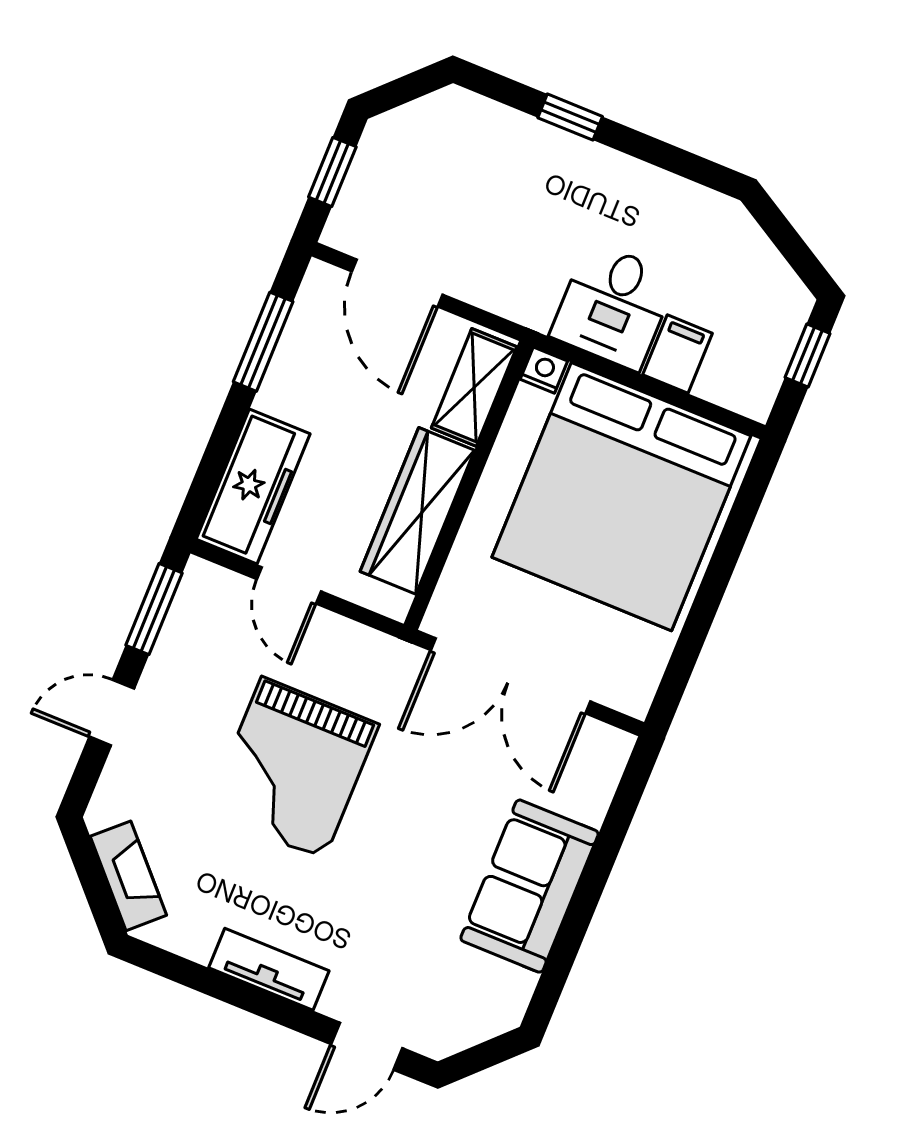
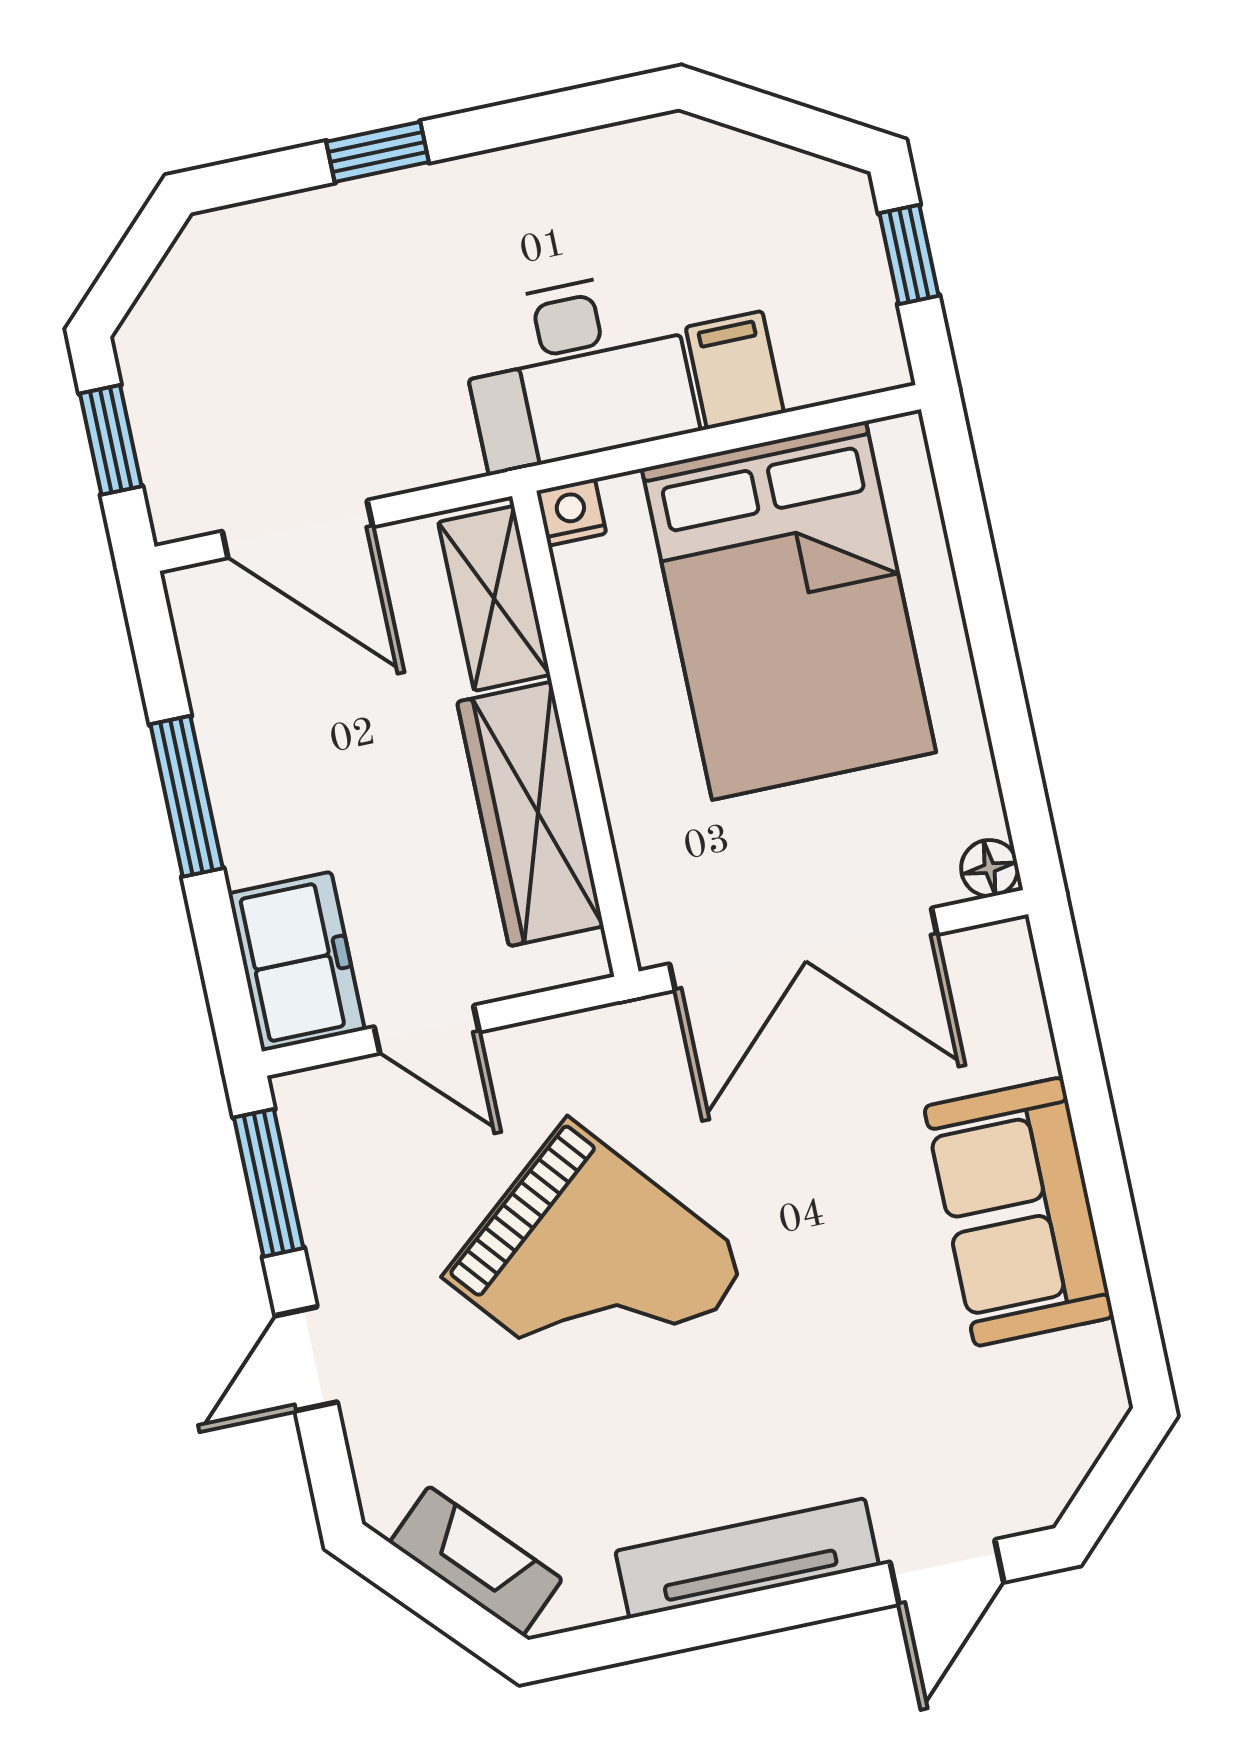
desk: (613, 306) -> (577, 370), width x1.37
window: (263, 342) -> (187, 796), moved
freezer: (253, 486) -> (296, 962), width x0.71
bed: (621, 497) -> (789, 610), width x0.73
floor lamp: (635, 699) -> (990, 868), added
grand piano: (293, 768) -> (597, 1269), turned -40
tv unit: (269, 969) -> (747, 1558), width x1.41

